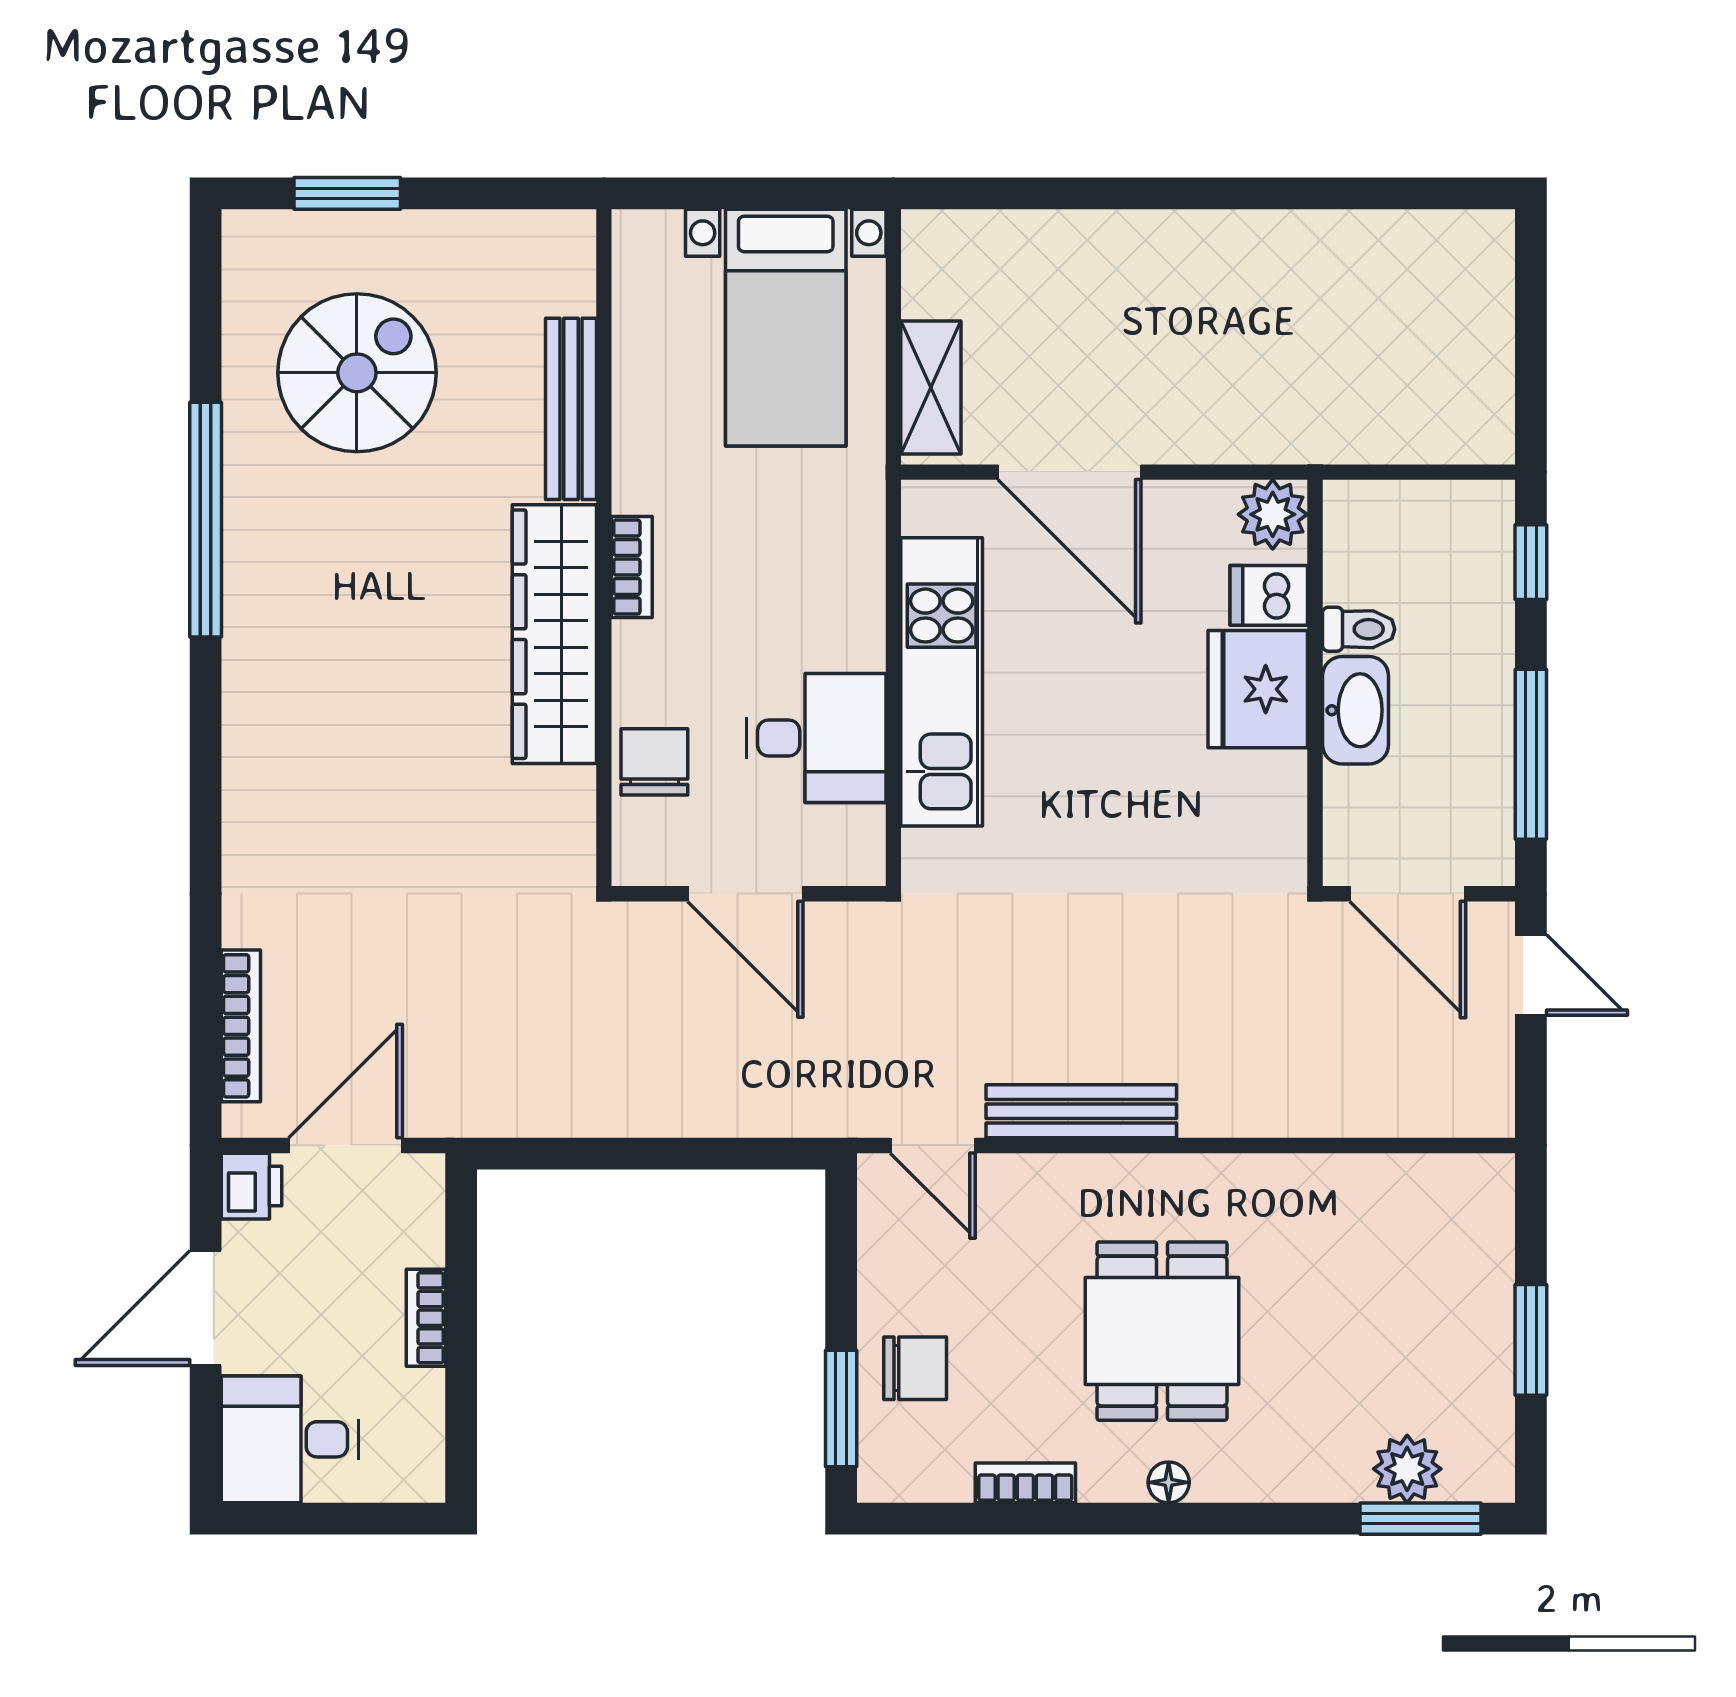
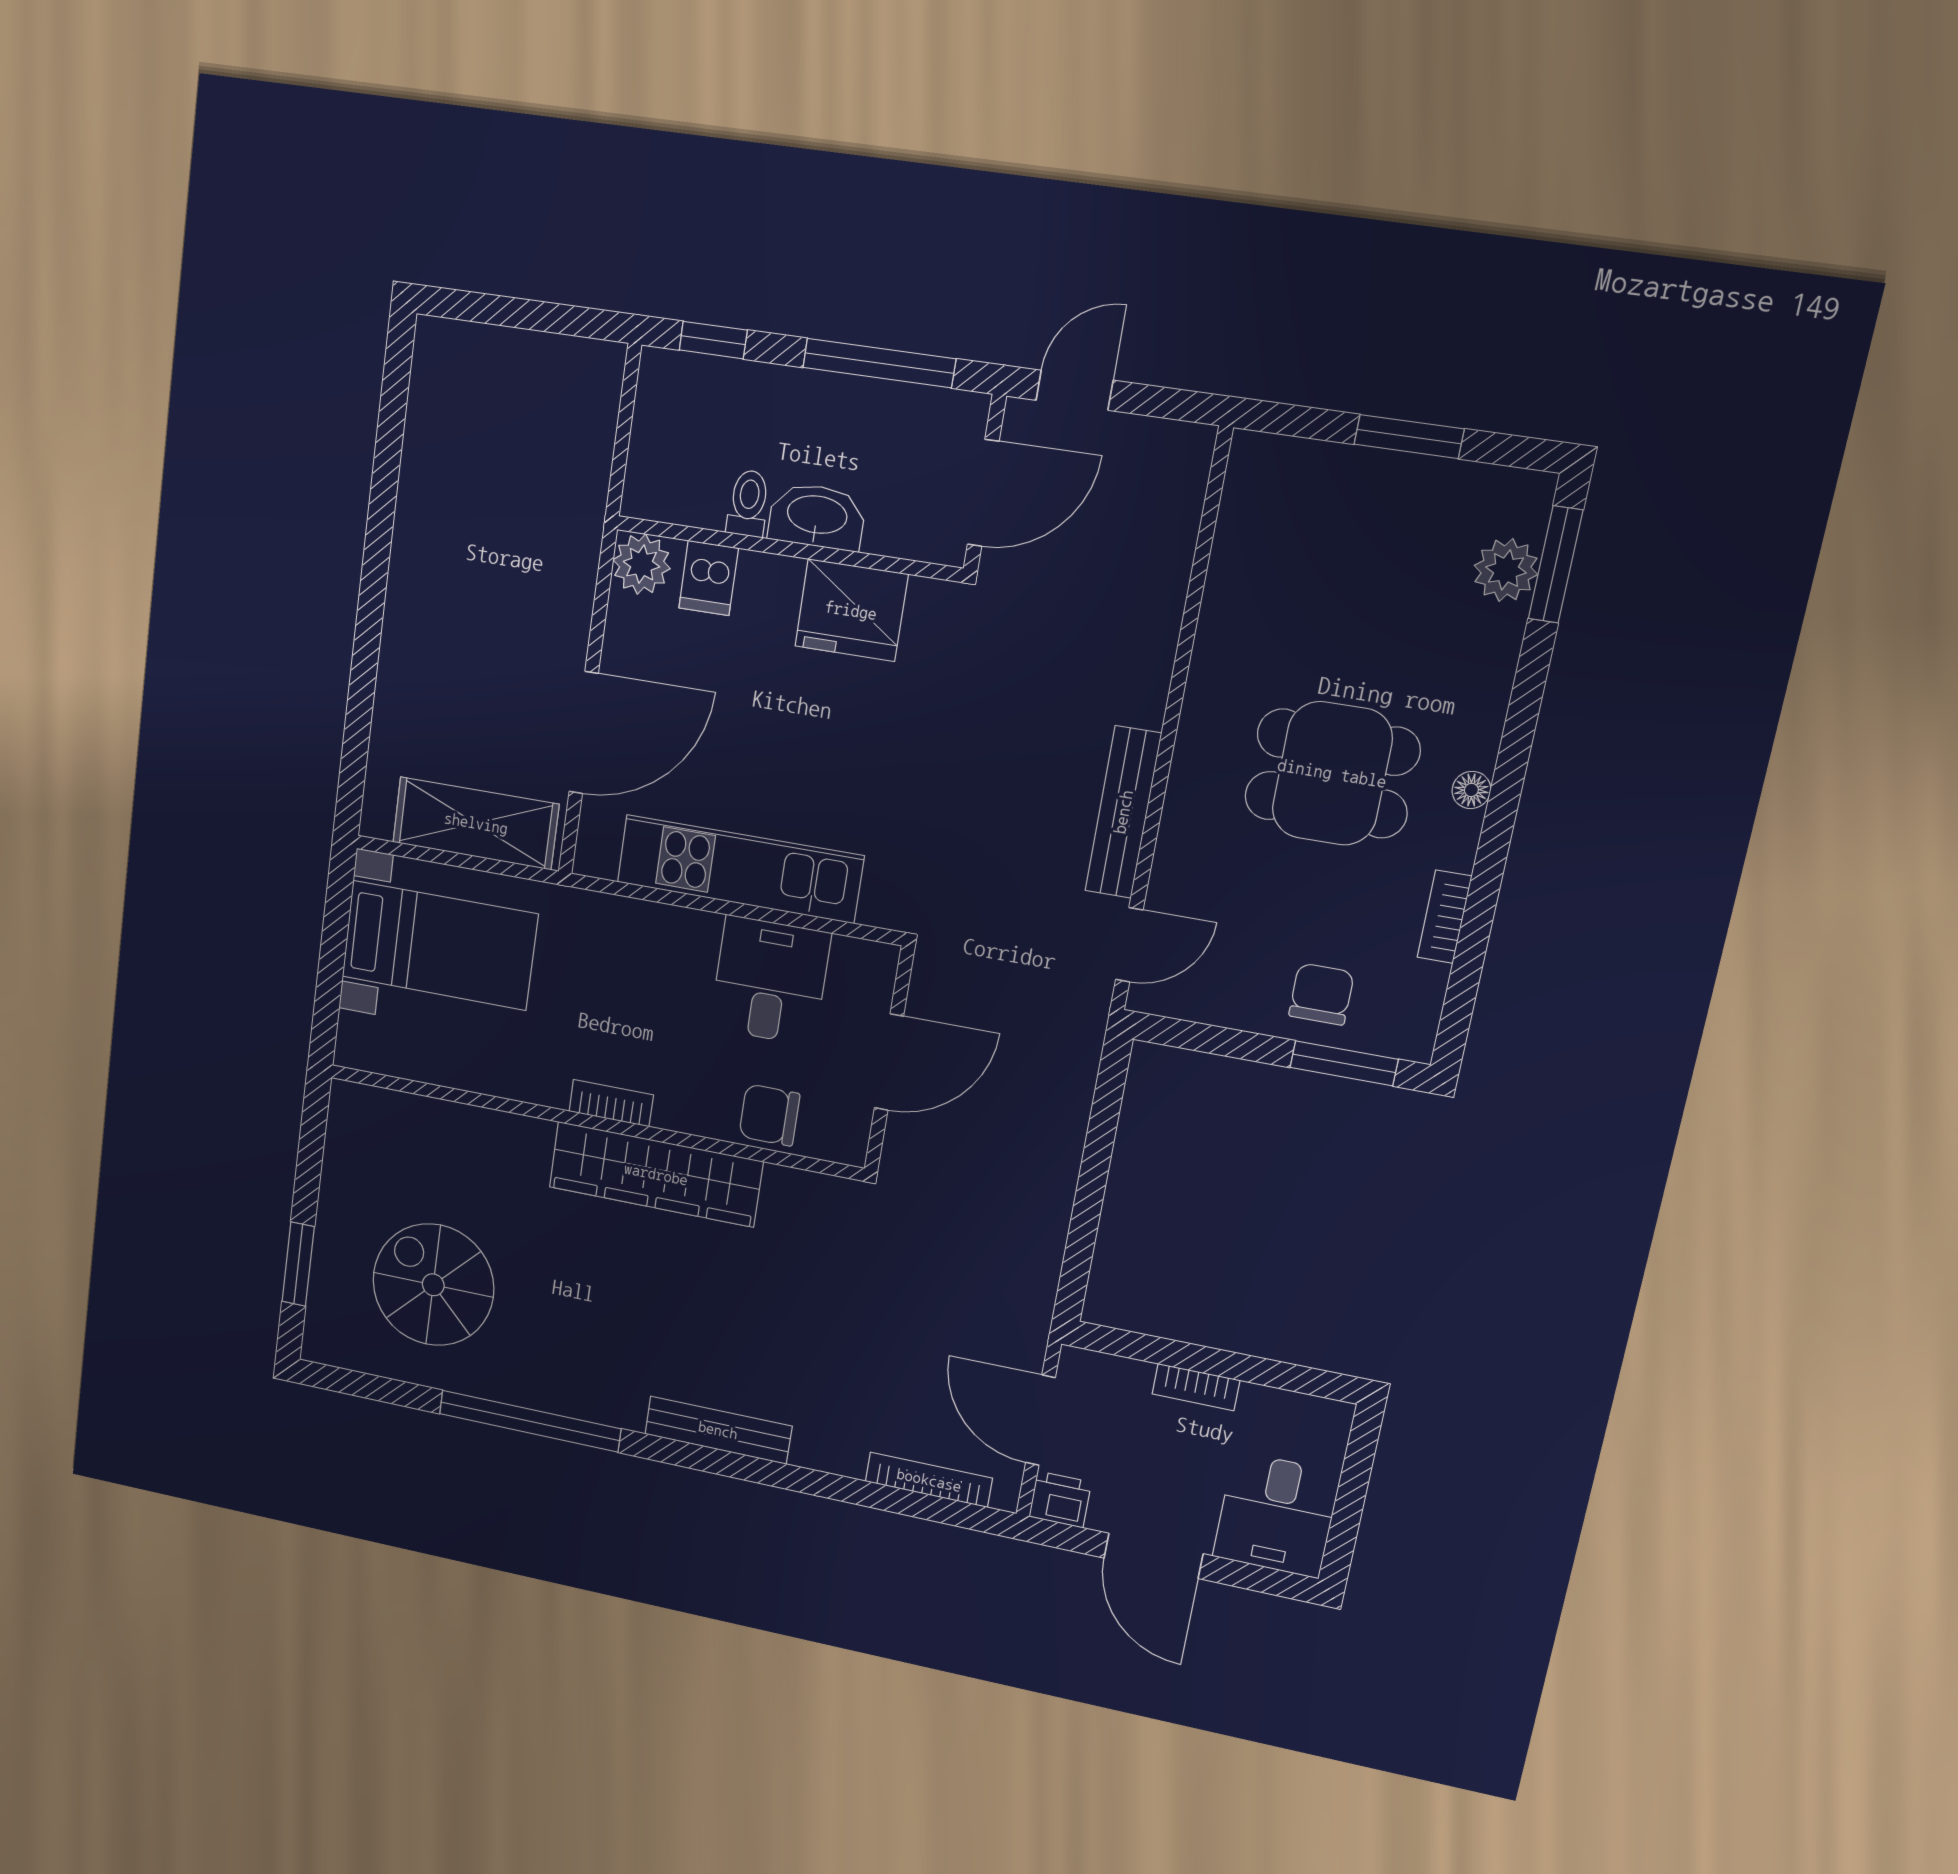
shelving: (931, 388) -> (476, 823), width x1.50, depth x1.33
bench: (571, 409) -> (718, 1430), moved
fridge: (1258, 689) -> (851, 610), moved

